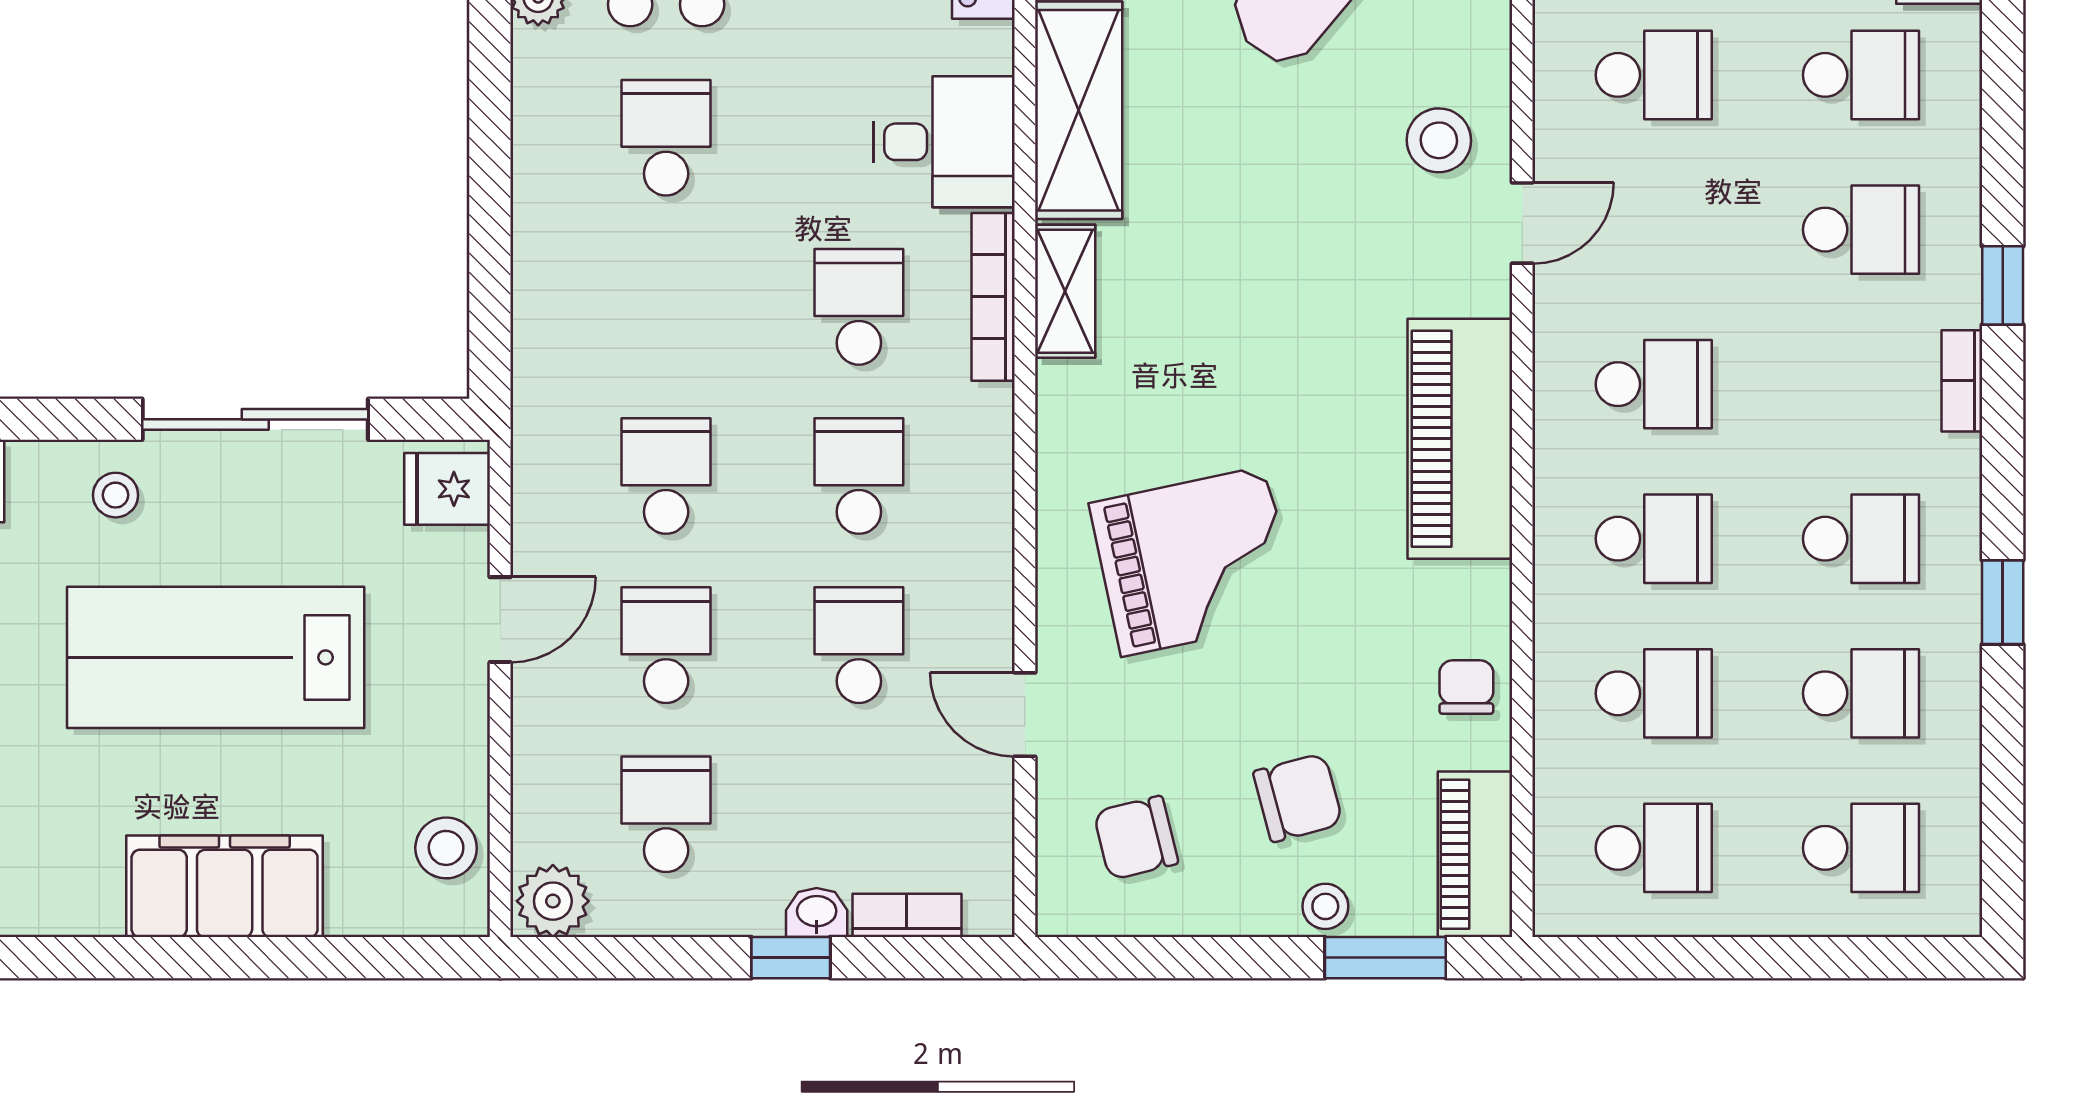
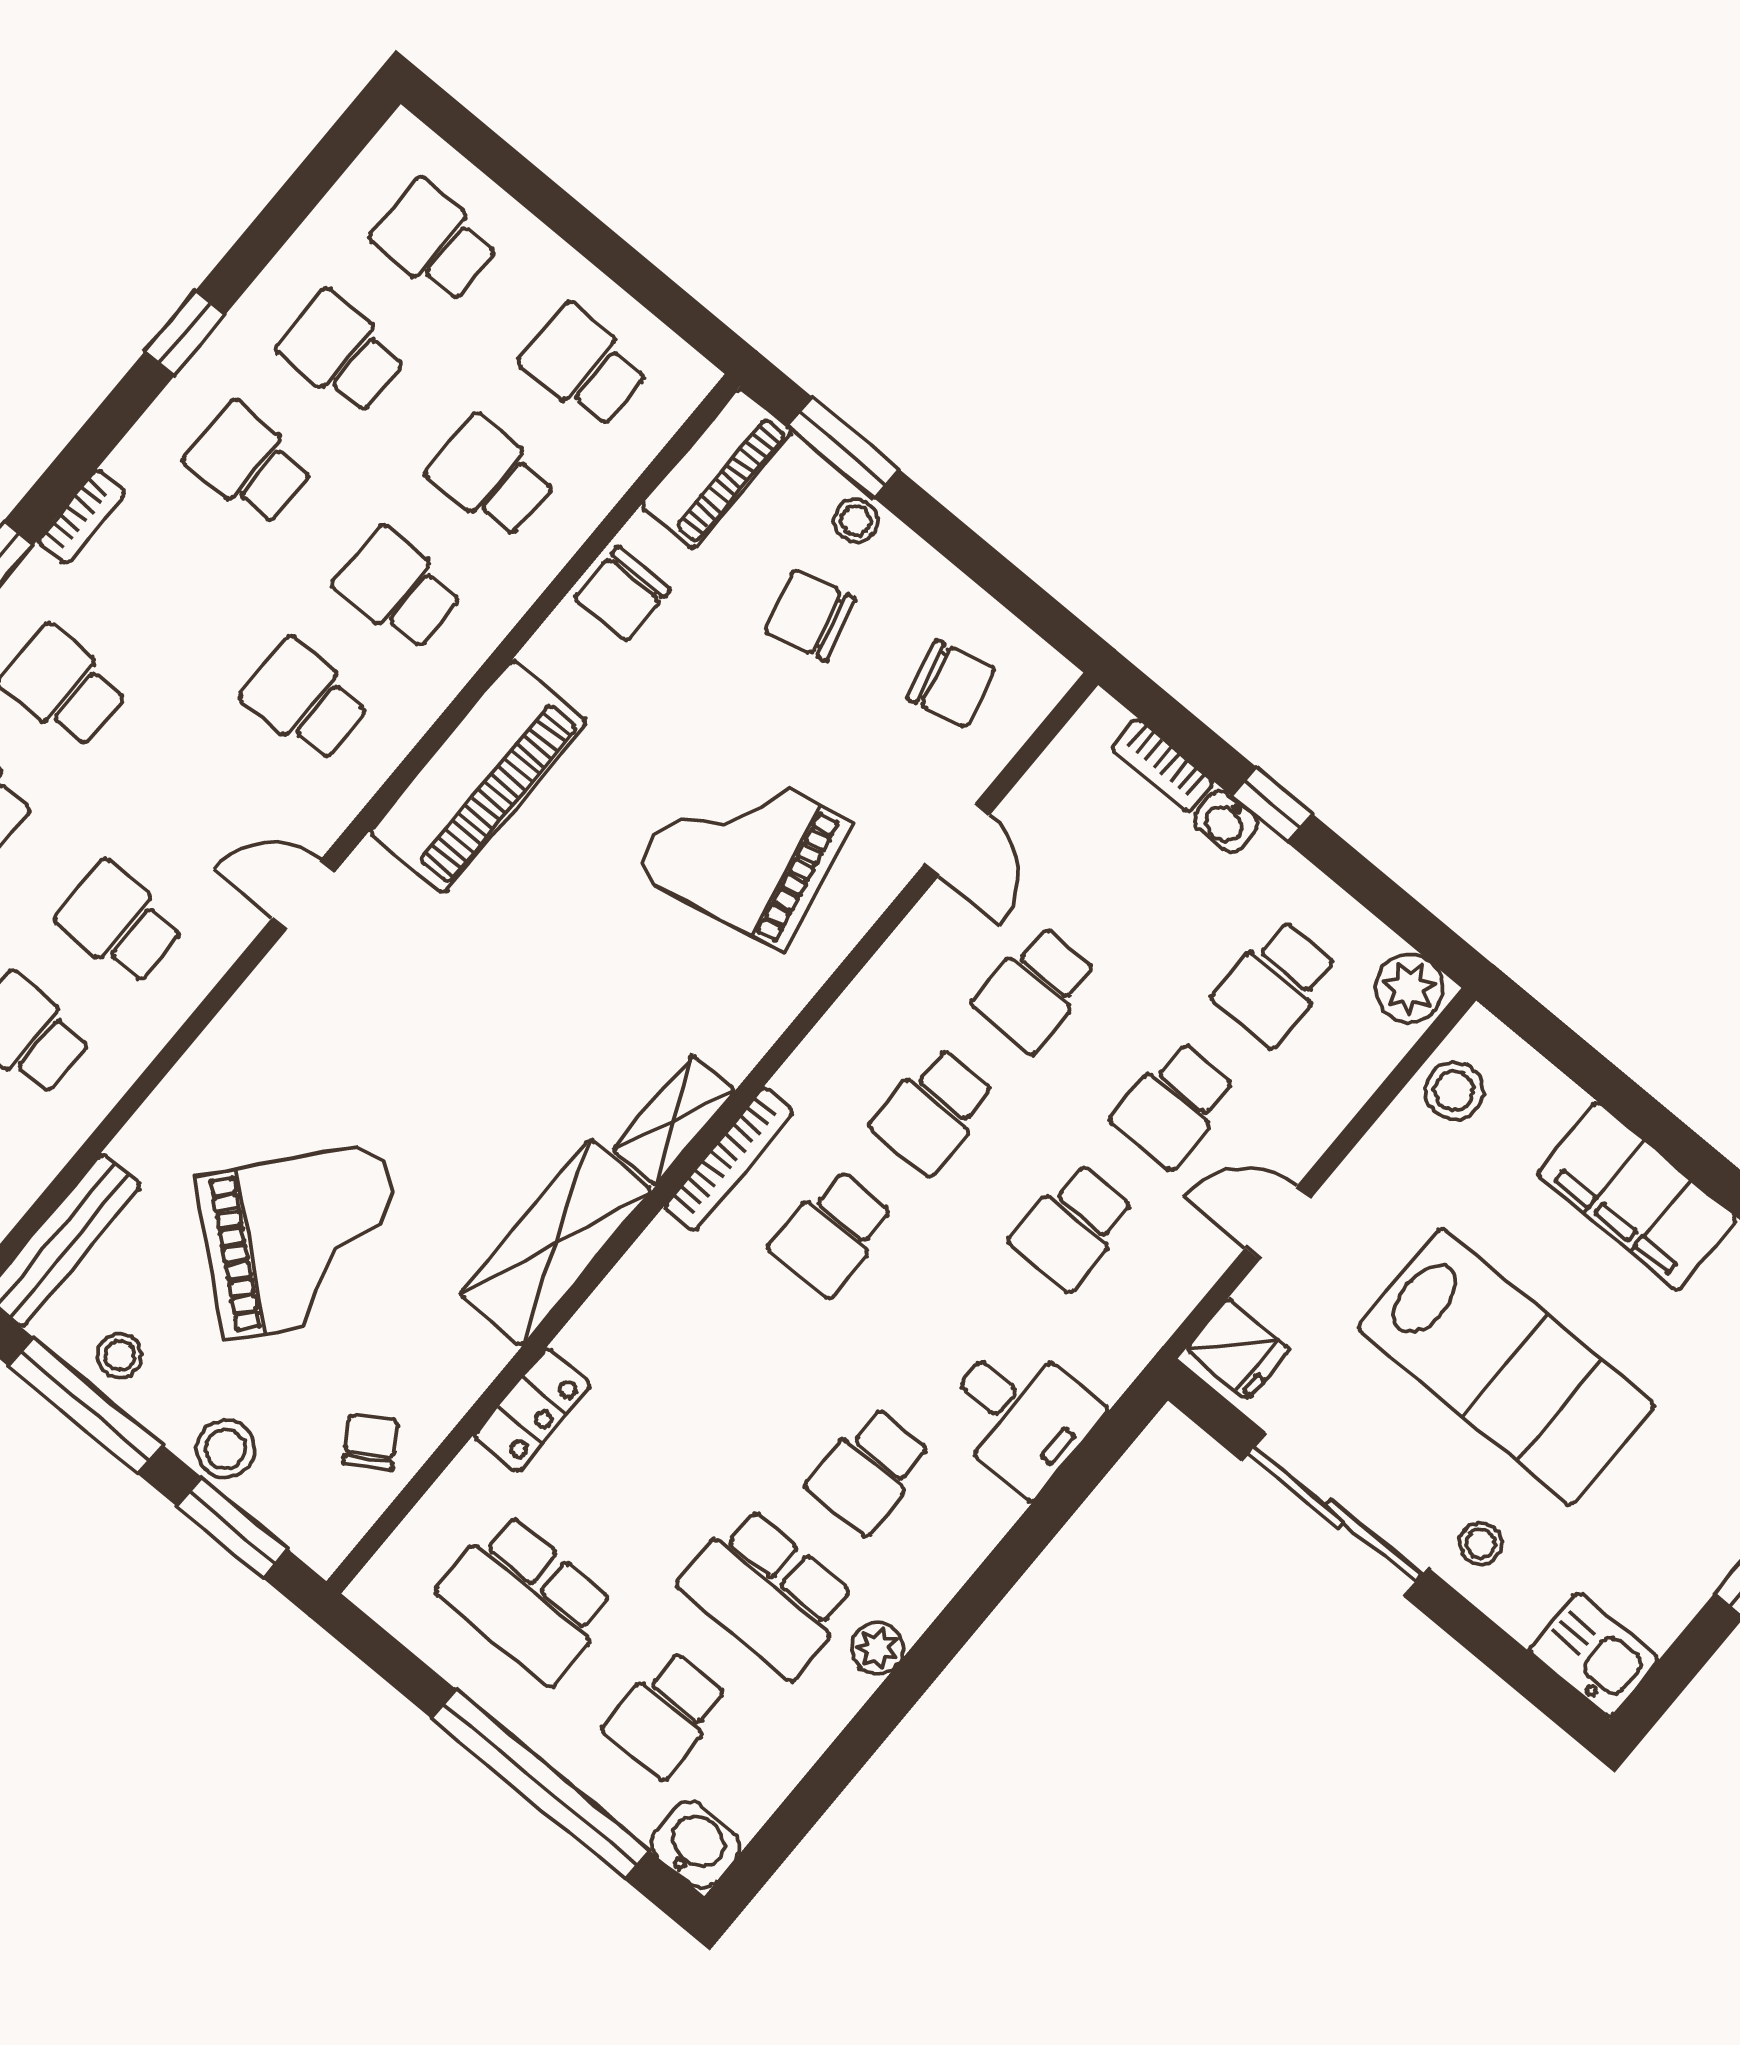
stool: (1439, 140) -> (314, 1005), removed
desk: (944, 142) -> (1020, 1414), moved, turned 180
chair: (1466, 687) -> (622, 594), width x1.37, depth x1.37

